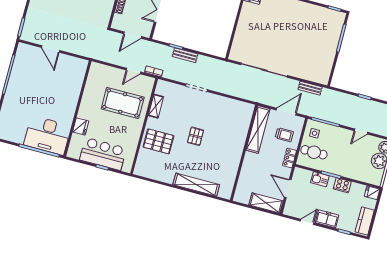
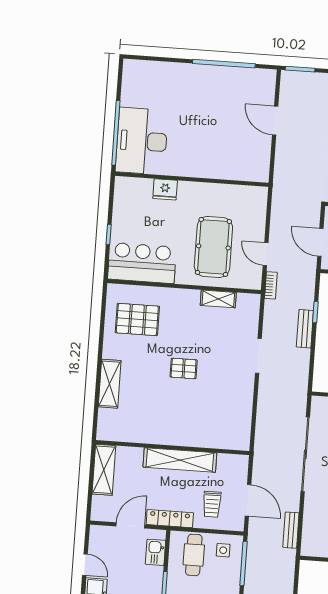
door: (51, 49) -> (275, 121), hinge flipped
shelving: (258, 129) -> (180, 460), moved
pallet: (158, 141) -> (137, 319), moved, turned 90
bar counter: (103, 154) -> (142, 263), moved, turned -90
locker: (290, 158) -> (170, 519), width x1.53
kitchen sink: (320, 179) -> (155, 552), moved
shelving: (196, 185) -> (110, 384), width x0.68
shelving: (266, 203) -> (104, 470), moved

